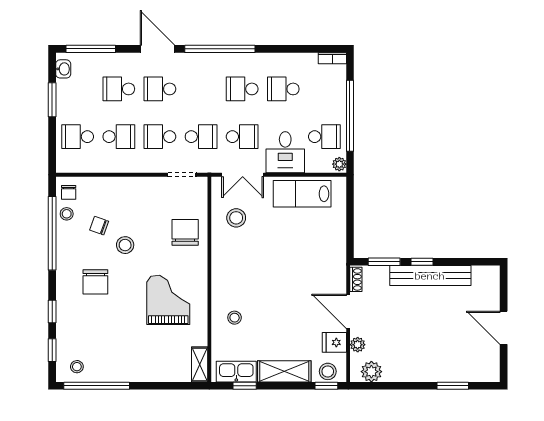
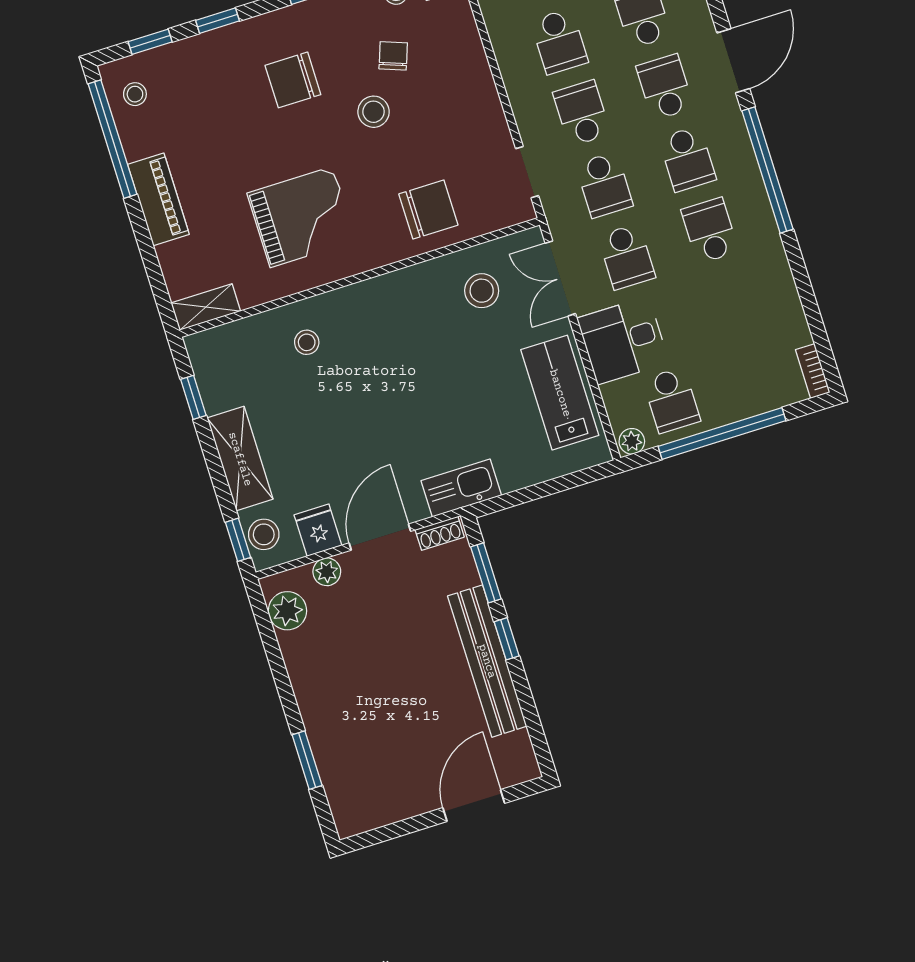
school desk: (283, 89) -> (687, 159), moved, turned 180
door: (504, 328) -> (474, 806), moved
piano: (136, 372) -> (158, 199), added
kitchen sink: (236, 372) -> (461, 488), moved, turned -90

